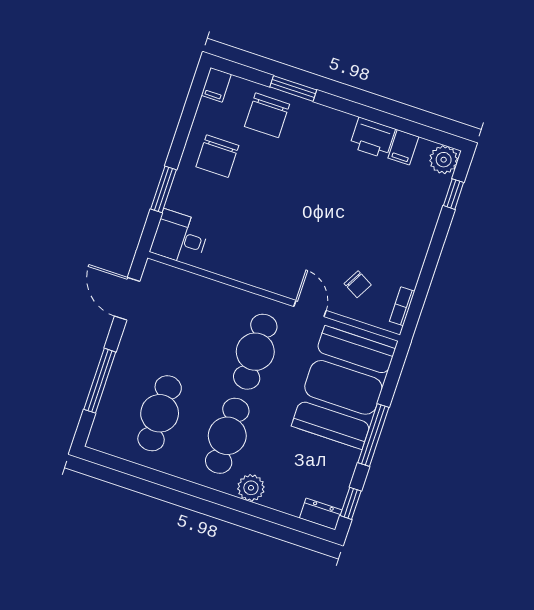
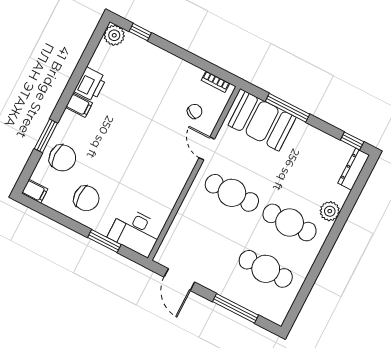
filing cabinet: (403, 147) -> (79, 105), moved
desk: (180, 238) -> (136, 232), width x1.37
door: (127, 299) -> (179, 280), hinge flipped
door: (310, 308) -> (207, 148), hinge flipped
booth: (343, 387) -> (262, 121), width x0.73, depth x0.70
window: (373, 435) -> (287, 108), moved
dresser: (321, 514) -> (354, 169), width x1.44

